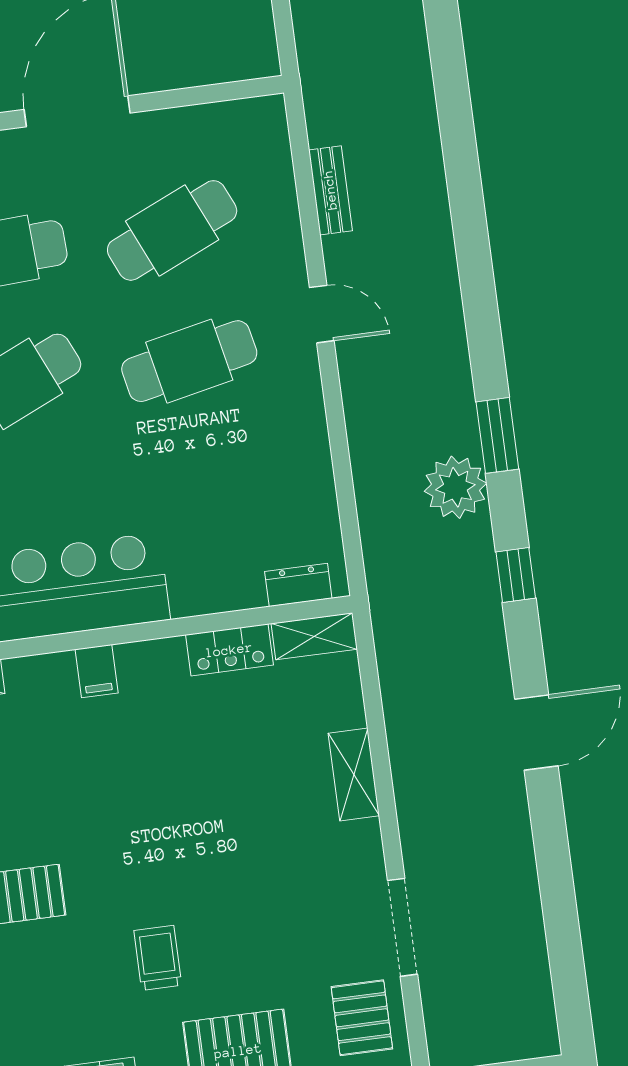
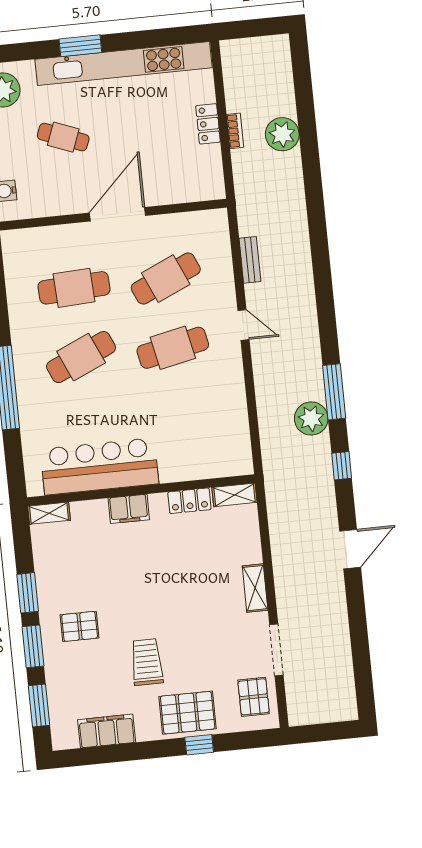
window: (497, 435) -> (334, 392), width x1.44
dresser: (298, 585) -> (227, 468), removed
filing cabinet: (97, 671) -> (129, 509), width x2.00
shelving: (354, 774) -> (255, 588), moved
trolley: (158, 958) -> (147, 662), width x1.36, depth x1.39

